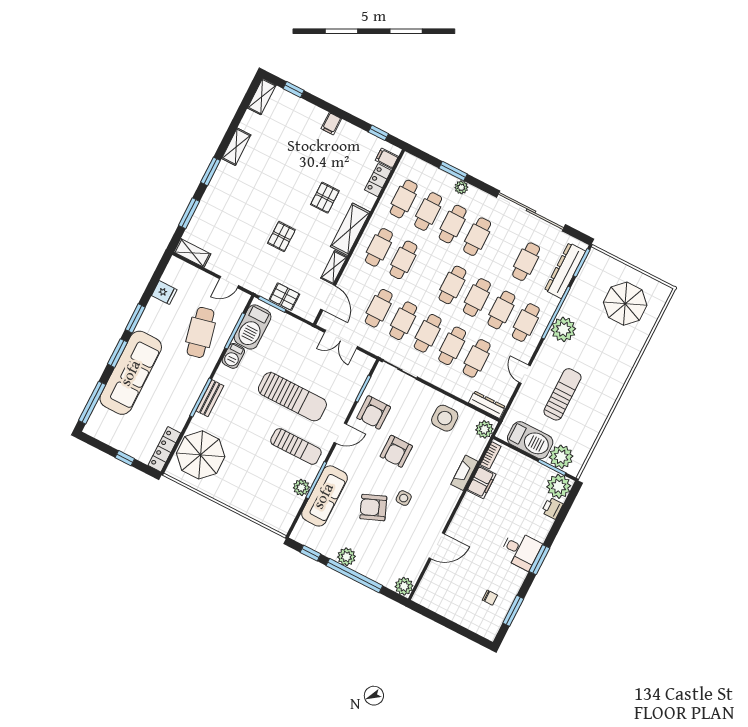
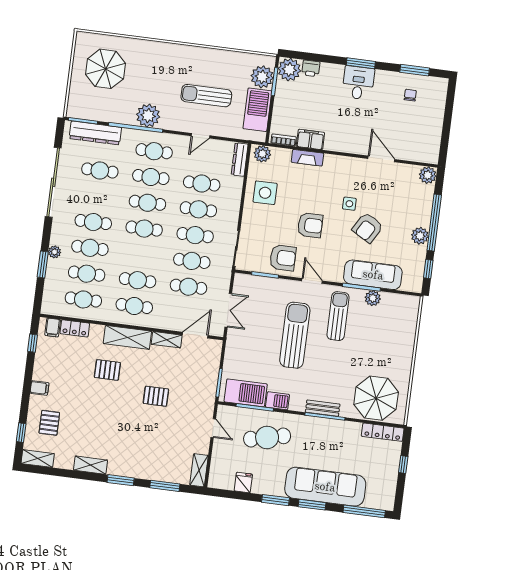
pallet: (285, 297) -> (49, 423), moved
armchair: (373, 508) -> (368, 228), turned 52

